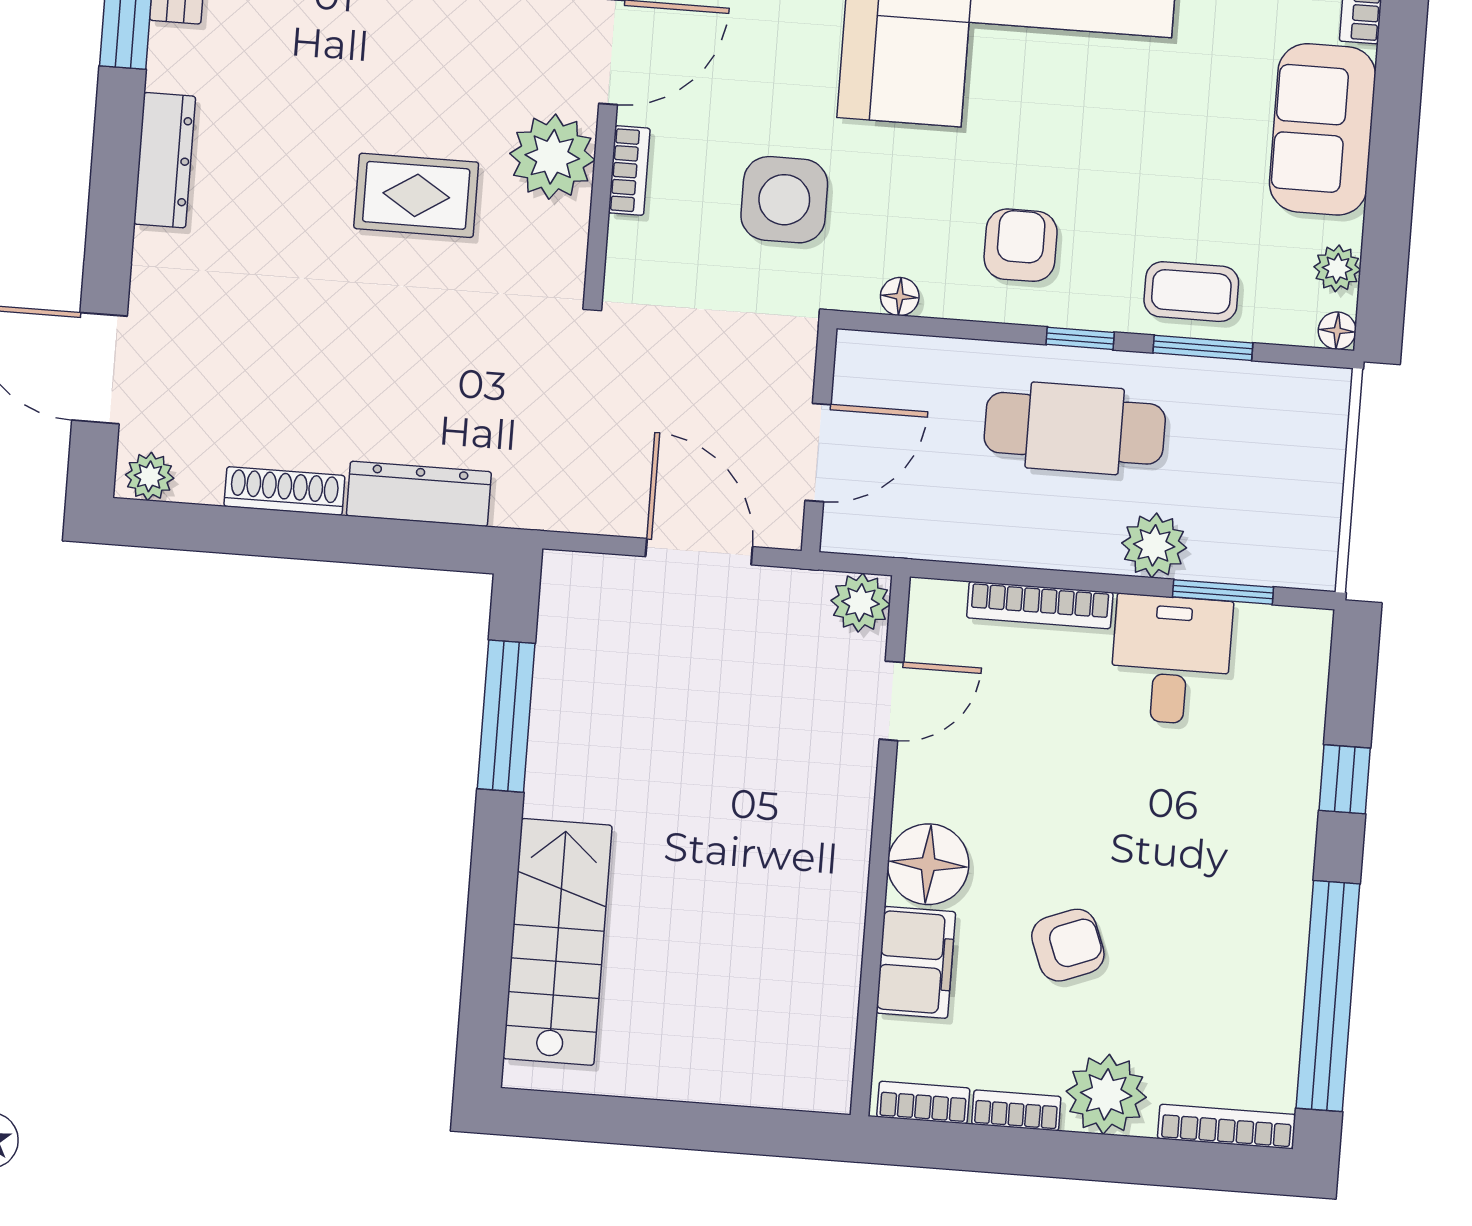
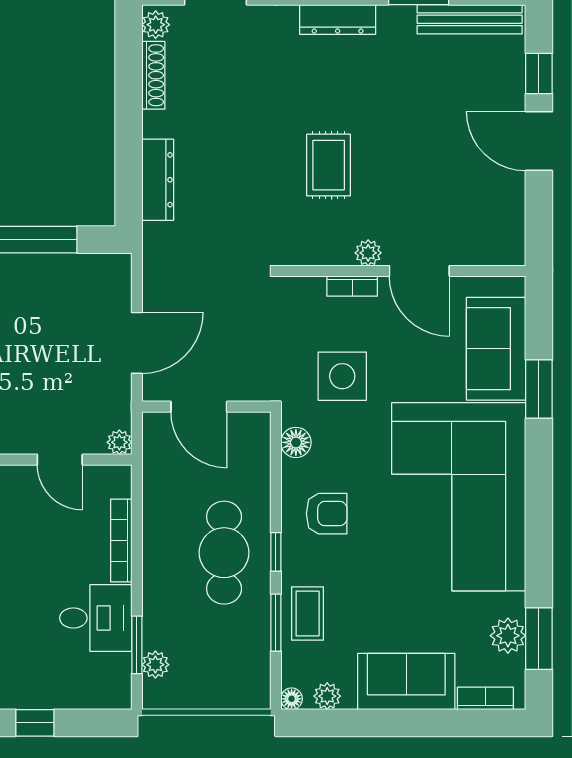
plant: (552, 157) -> (368, 253), width x0.53, depth x0.53
floor lamp: (900, 297) -> (296, 442), width x1.37, depth x1.37
shoe rack: (284, 491) -> (153, 75), moved
plant: (1154, 545) -> (155, 665), moved, width x0.73, depth x0.73
plant: (860, 603) -> (119, 442), width x0.73, depth x0.73

